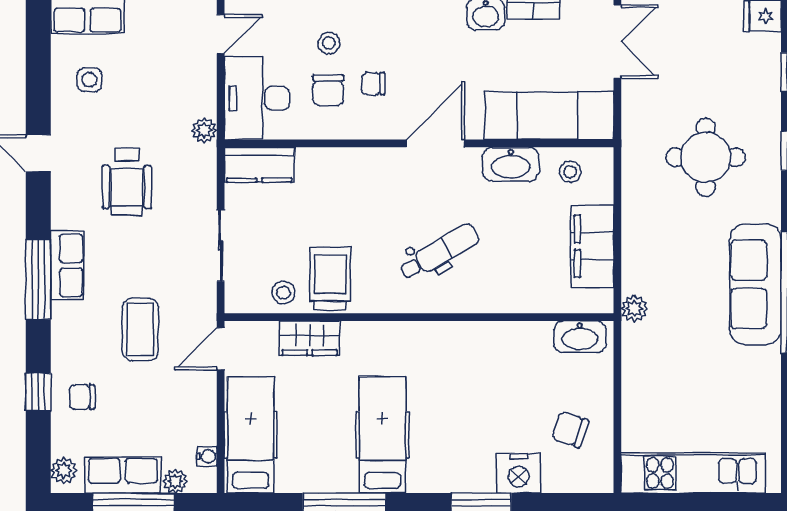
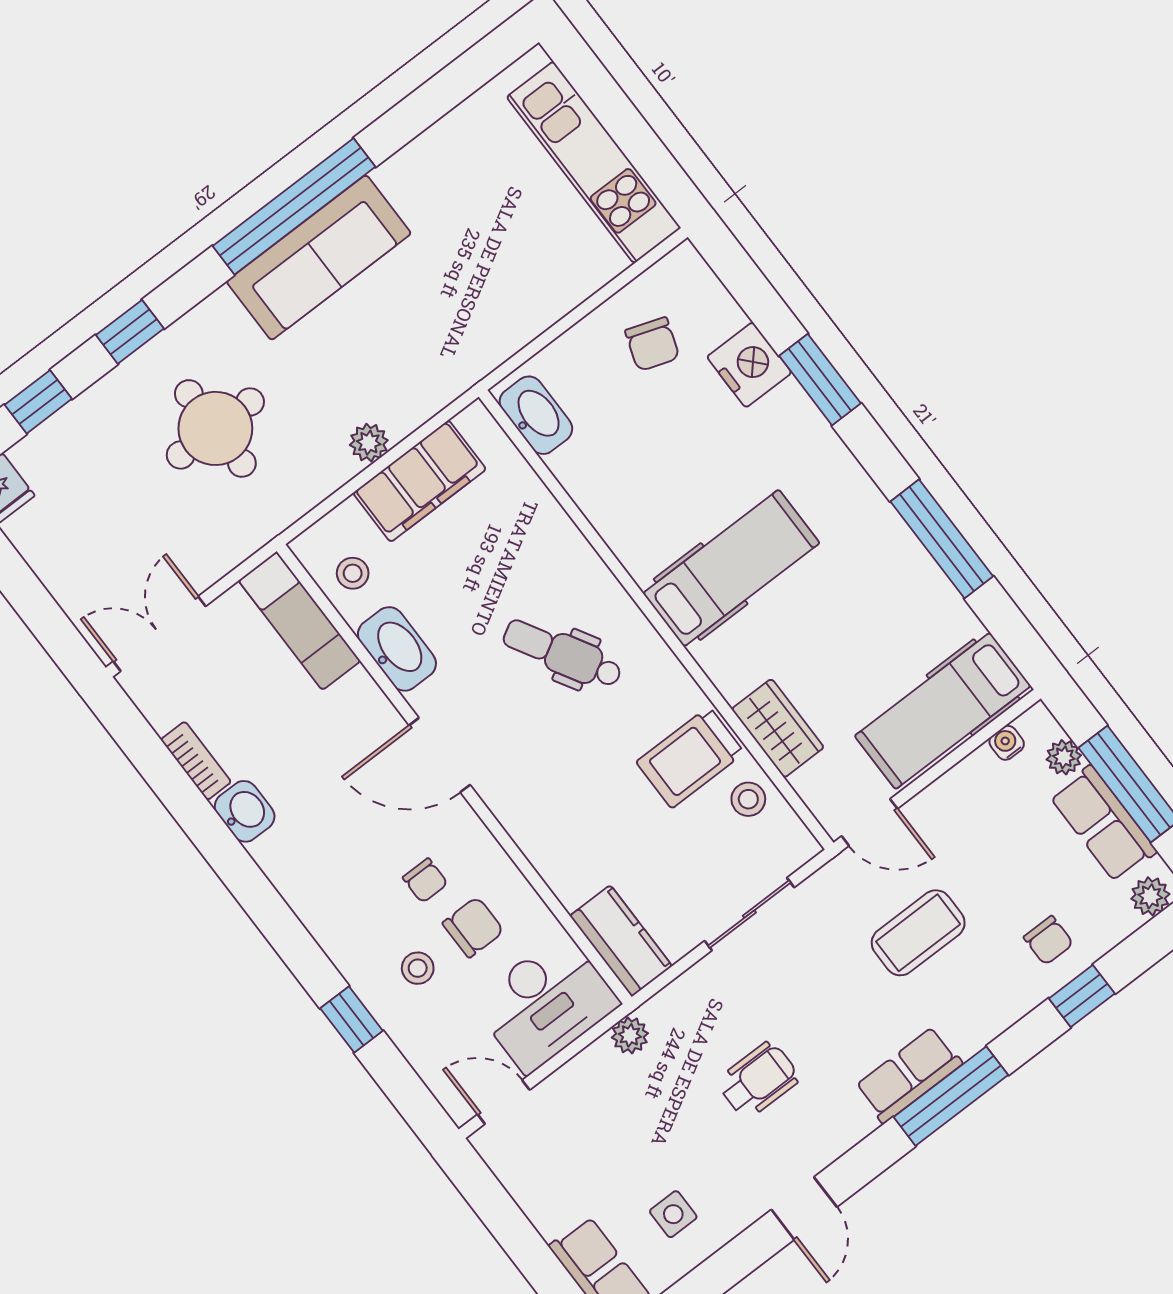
exam couch: (549, 116) -> (300, 621), width x0.73, depth x0.69
wheelchair: (127, 182) -> (758, 1080), width x0.73, depth x0.73
plant: (634, 309) -> (369, 443), moved
hospital bed: (383, 435) -> (731, 568), moved, turned 180

